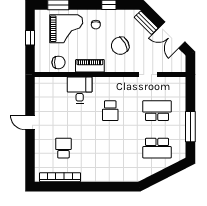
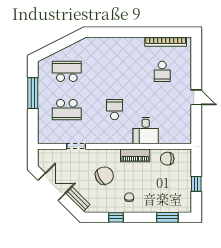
grand piano: (66, 29) -> (159, 193), removed

